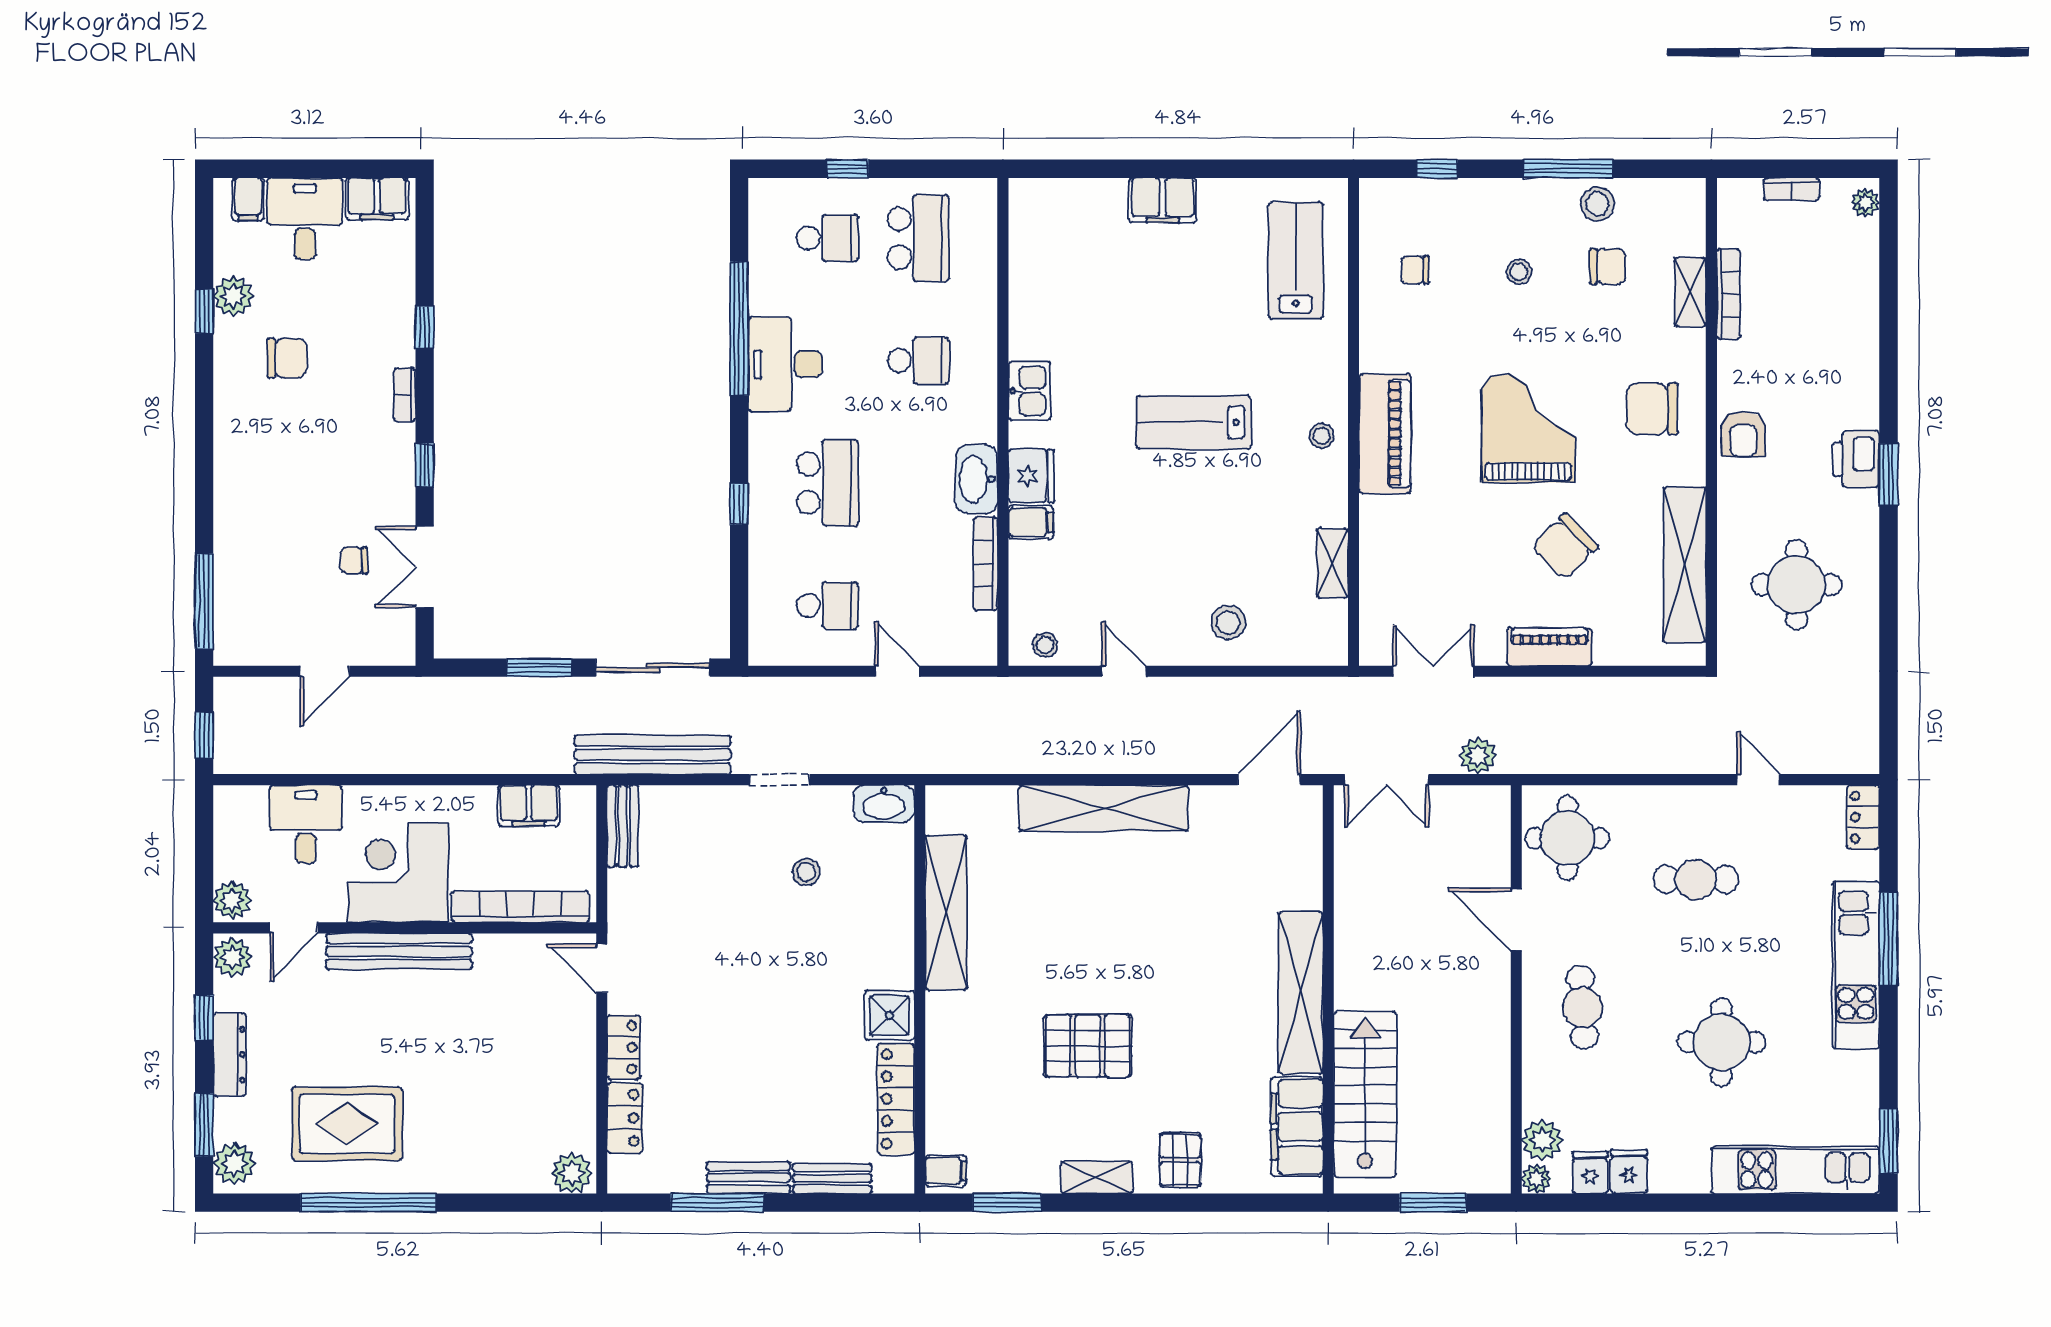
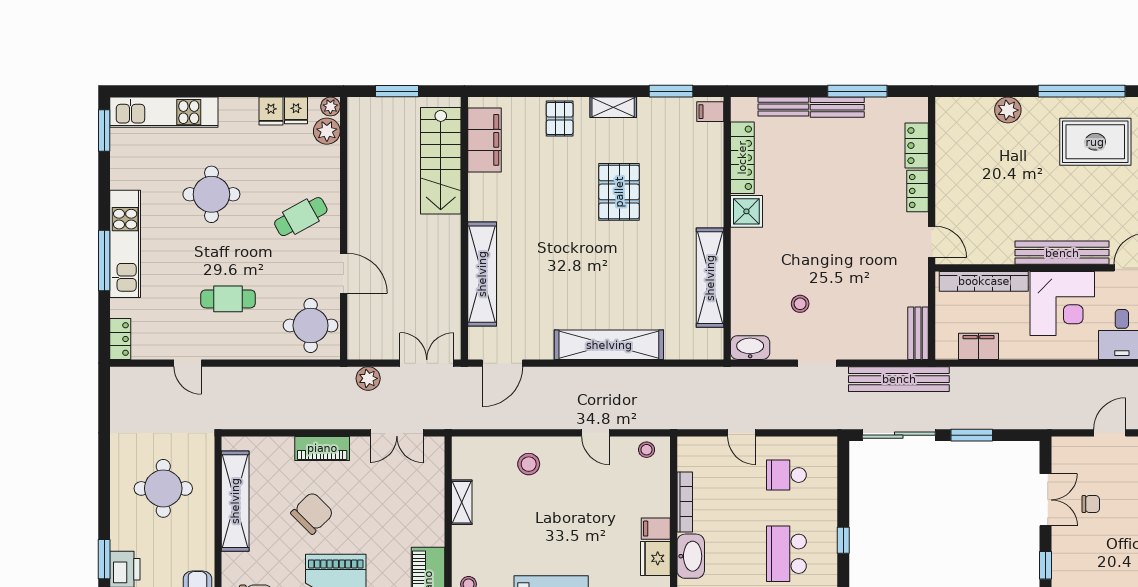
shelving: (1301, 993) -> (482, 274), moved
cafe table: (1583, 1007) -> (301, 217), turned 65
pallet: (1088, 1046) -> (619, 192), turned 90
plant: (572, 1173) -> (1008, 110), moved

